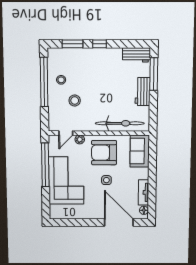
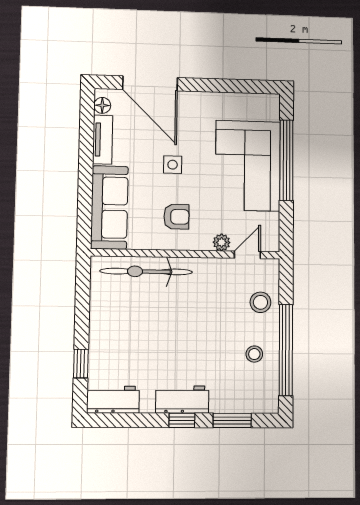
window: (154, 74) -> (81, 364), width x0.46
workbench: (143, 92) -> (182, 400), moved, turned -90
stool: (75, 101) -> (260, 302), moved
sofa: (140, 151) -> (109, 207), width x1.36
armchair: (104, 153) -> (176, 217), width x0.53, depth x0.53
window: (45, 165) -> (286, 160), moved

